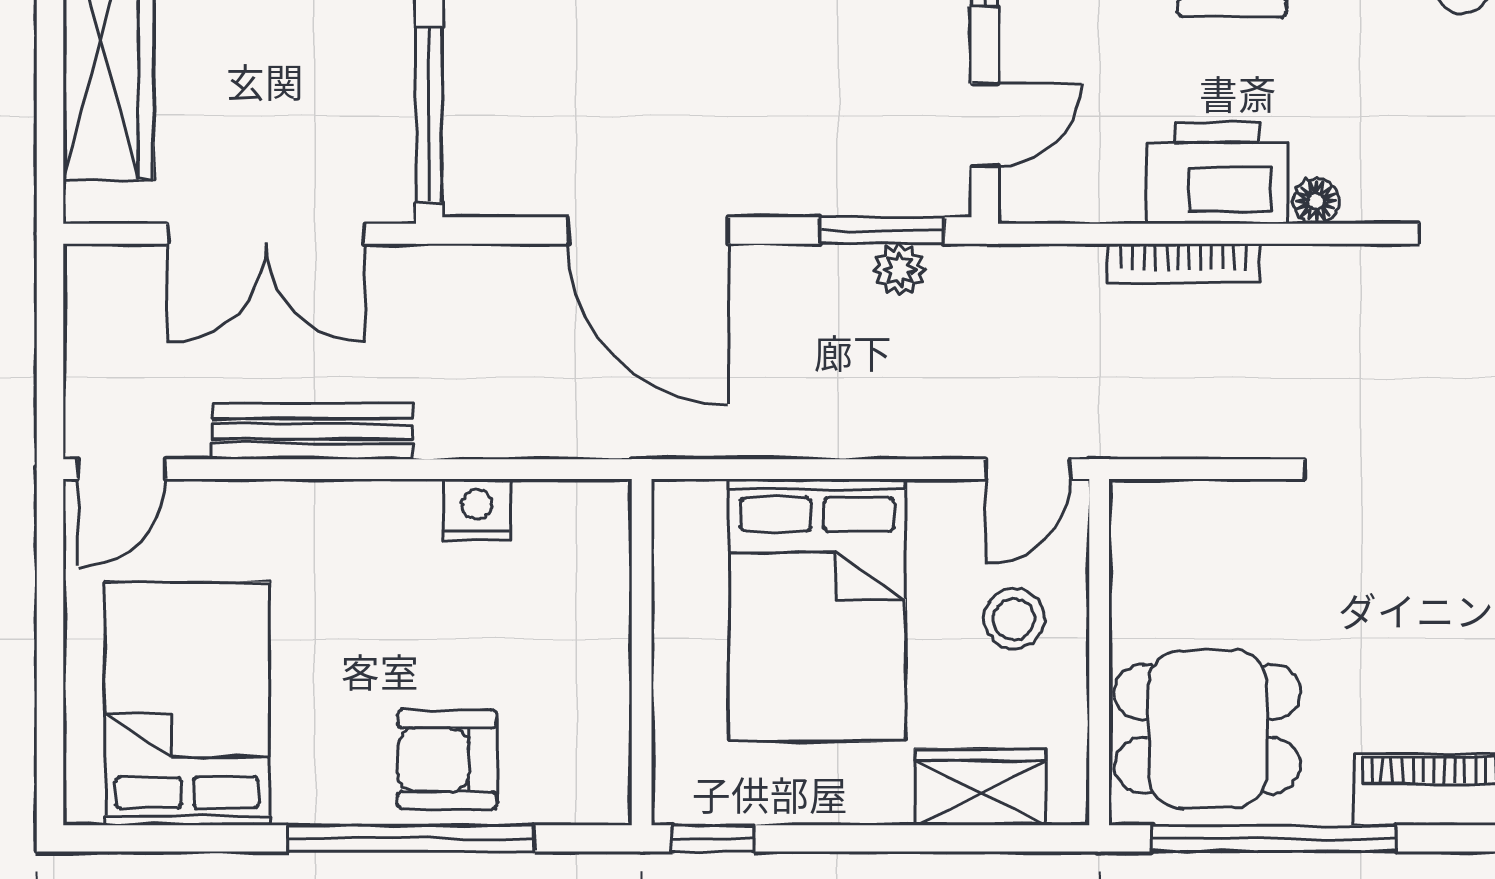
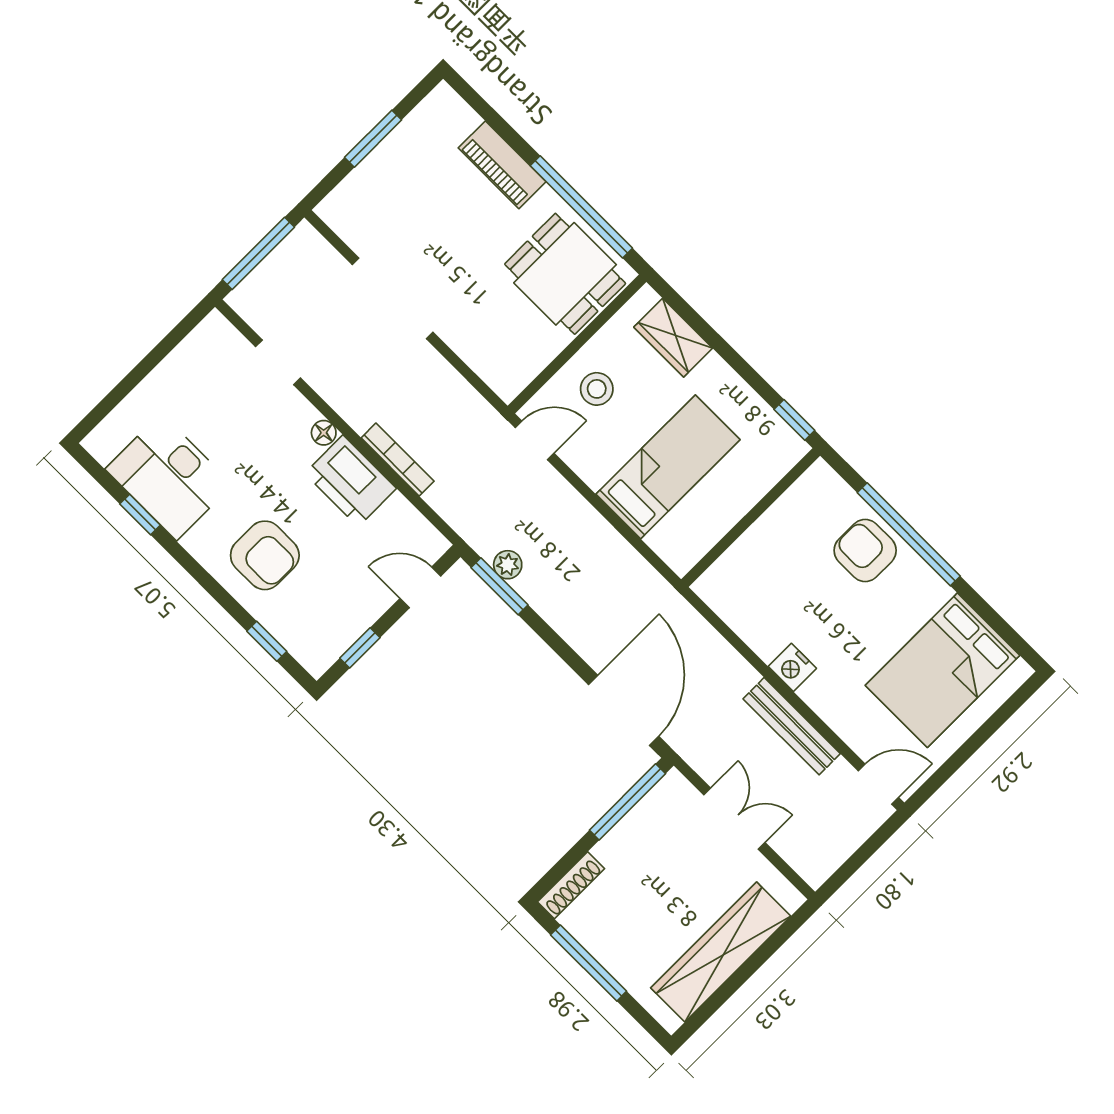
door: (648, 230) -> (624, 710), moved
double door: (266, 234) -> (734, 819), width x0.73
nightstand: (477, 510) -> (792, 667), moved
bed: (817, 610) -> (668, 467), width x0.67
armchair: (447, 760) -> (865, 550), turned 180

